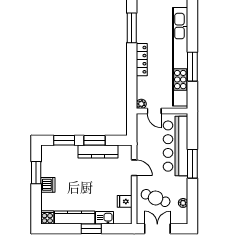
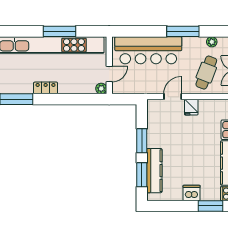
locker: (142, 60) -> (46, 88), width x0.66
kitchen counter: (98, 152) -> (154, 171), moved
window: (192, 164) -> (183, 31), moved
window: (36, 173) -> (210, 206), moved
fridge: (125, 201) -> (191, 107), moved

